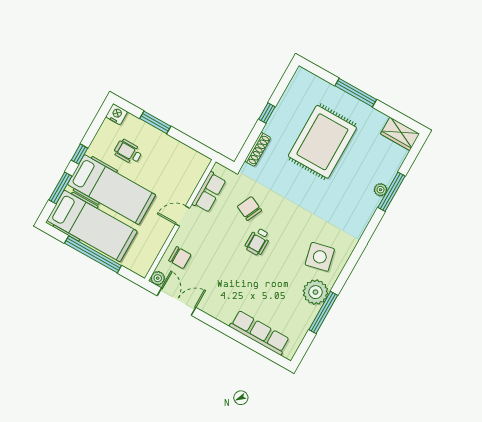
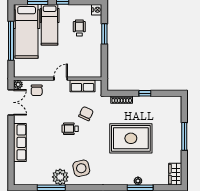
rug: (322, 142) -> (131, 138), moved
hospital bed: (111, 190) -> (50, 25), width x0.73, depth x0.78
door: (182, 216) -> (61, 79), hinge flipped
row of seats: (259, 333) -> (20, 142), moved

